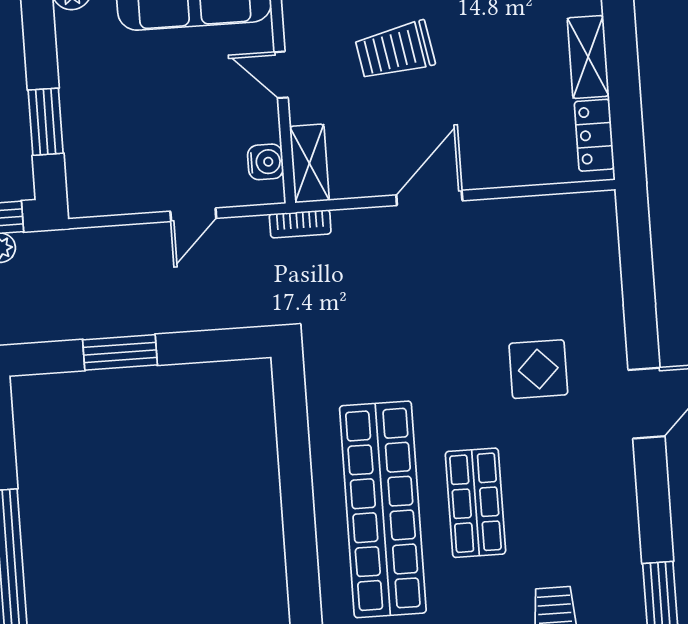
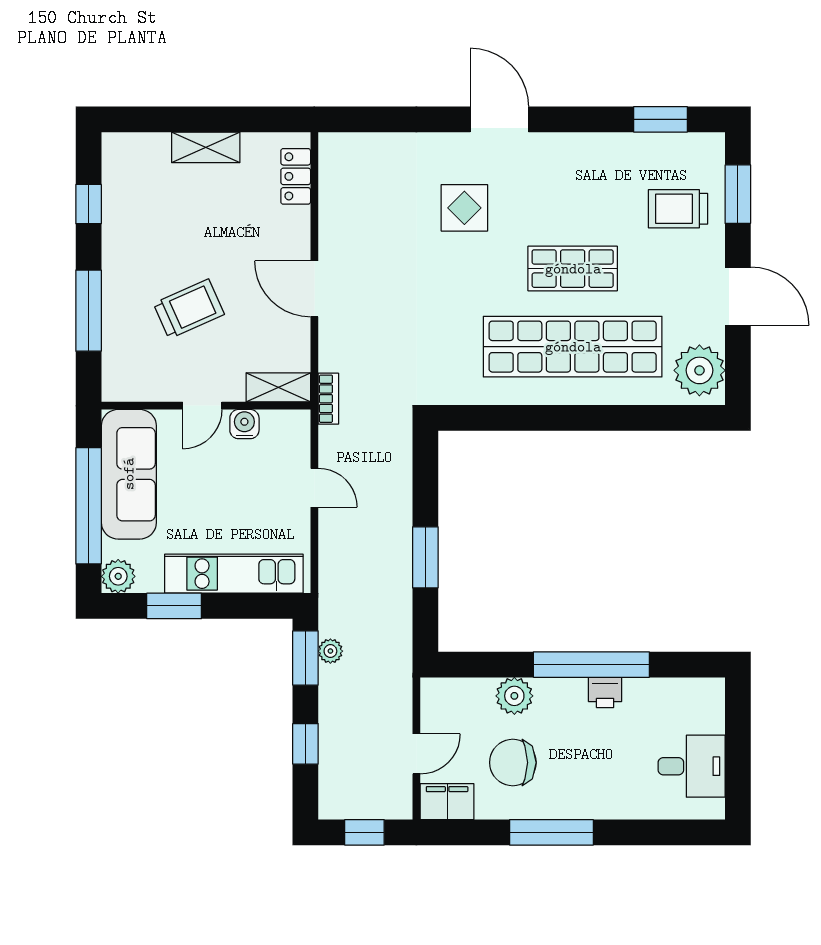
trolley: (395, 51) -> (189, 309), turned -104
window: (46, 122) -> (174, 606), moved
kitchen unit: (84, 127) -> (234, 574), added
locker: (594, 135) -> (296, 176), moved, turned 90
water cooler: (265, 162) -> (244, 424), moved

